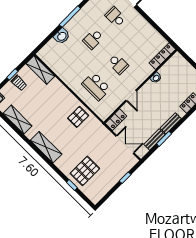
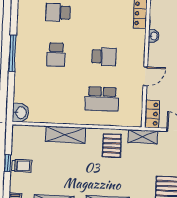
washbasin: (62, 36) -> (21, 113), moved
shelving: (40, 70) -> (66, 135), moved
door: (131, 96) -> (145, 76), hinge flipped
shelving: (99, 127) -> (143, 137), added

